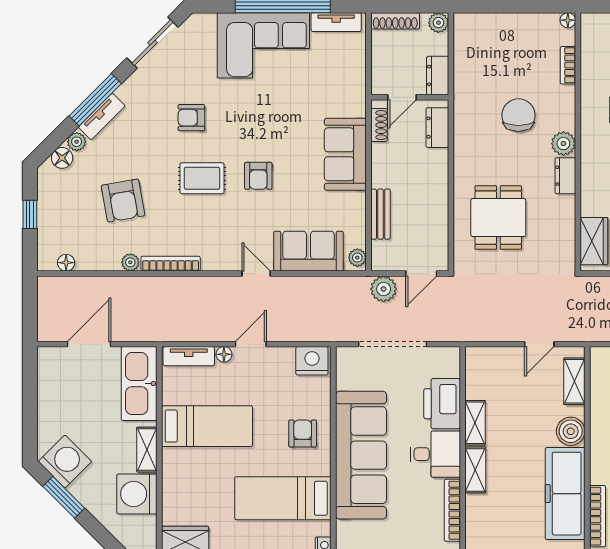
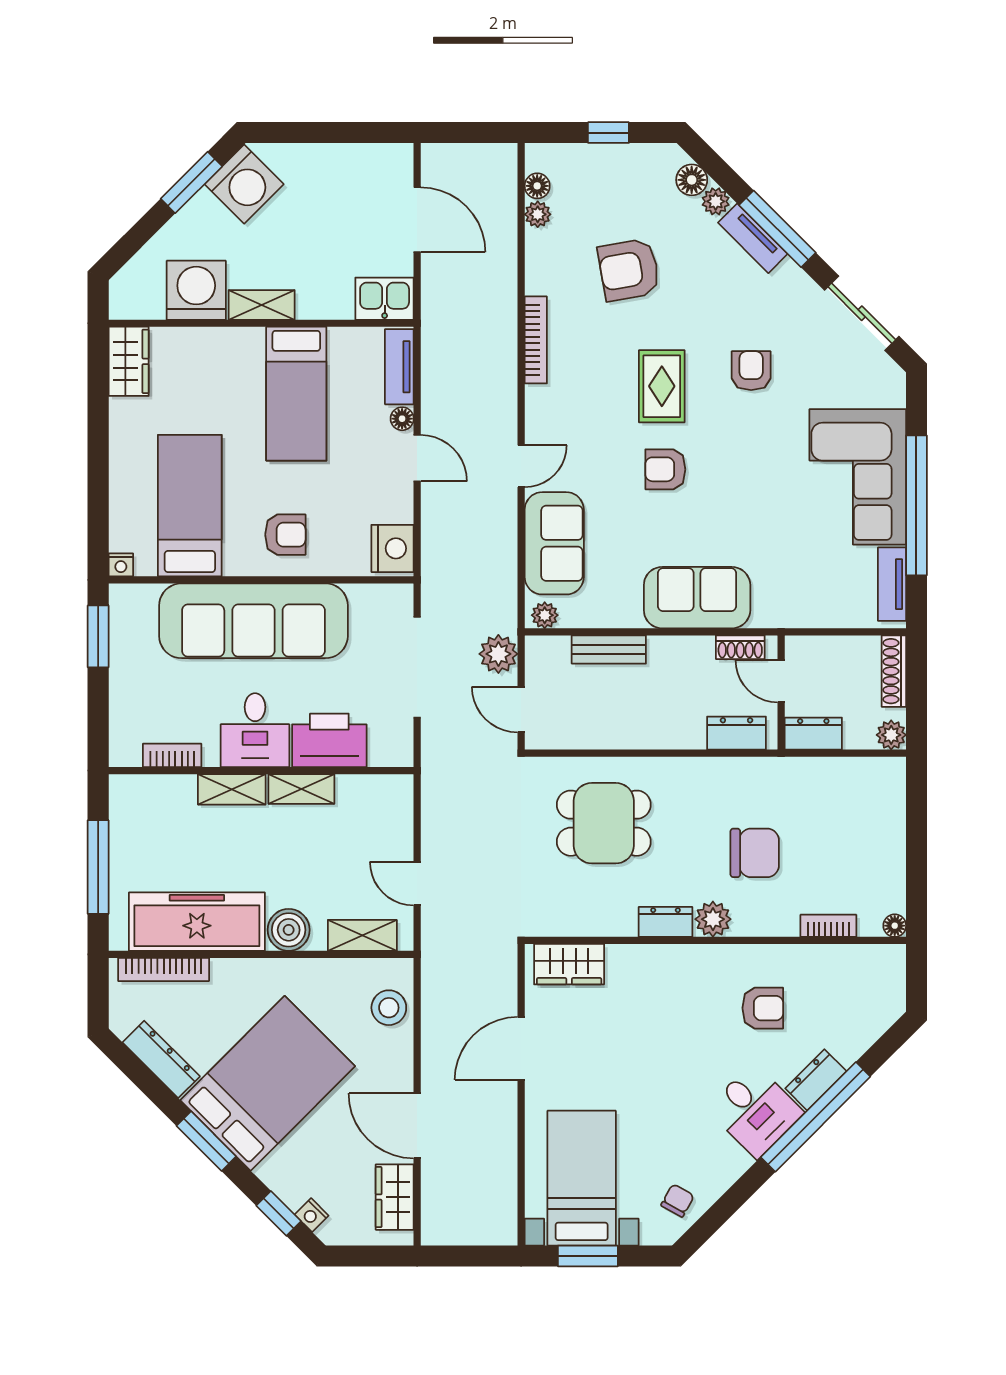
plant: (130, 262) -> (538, 214), moved
kitchen sink: (139, 384) -> (385, 299), width x0.53, depth x0.81
bookcase: (452, 510) -> (172, 755), width x0.64

